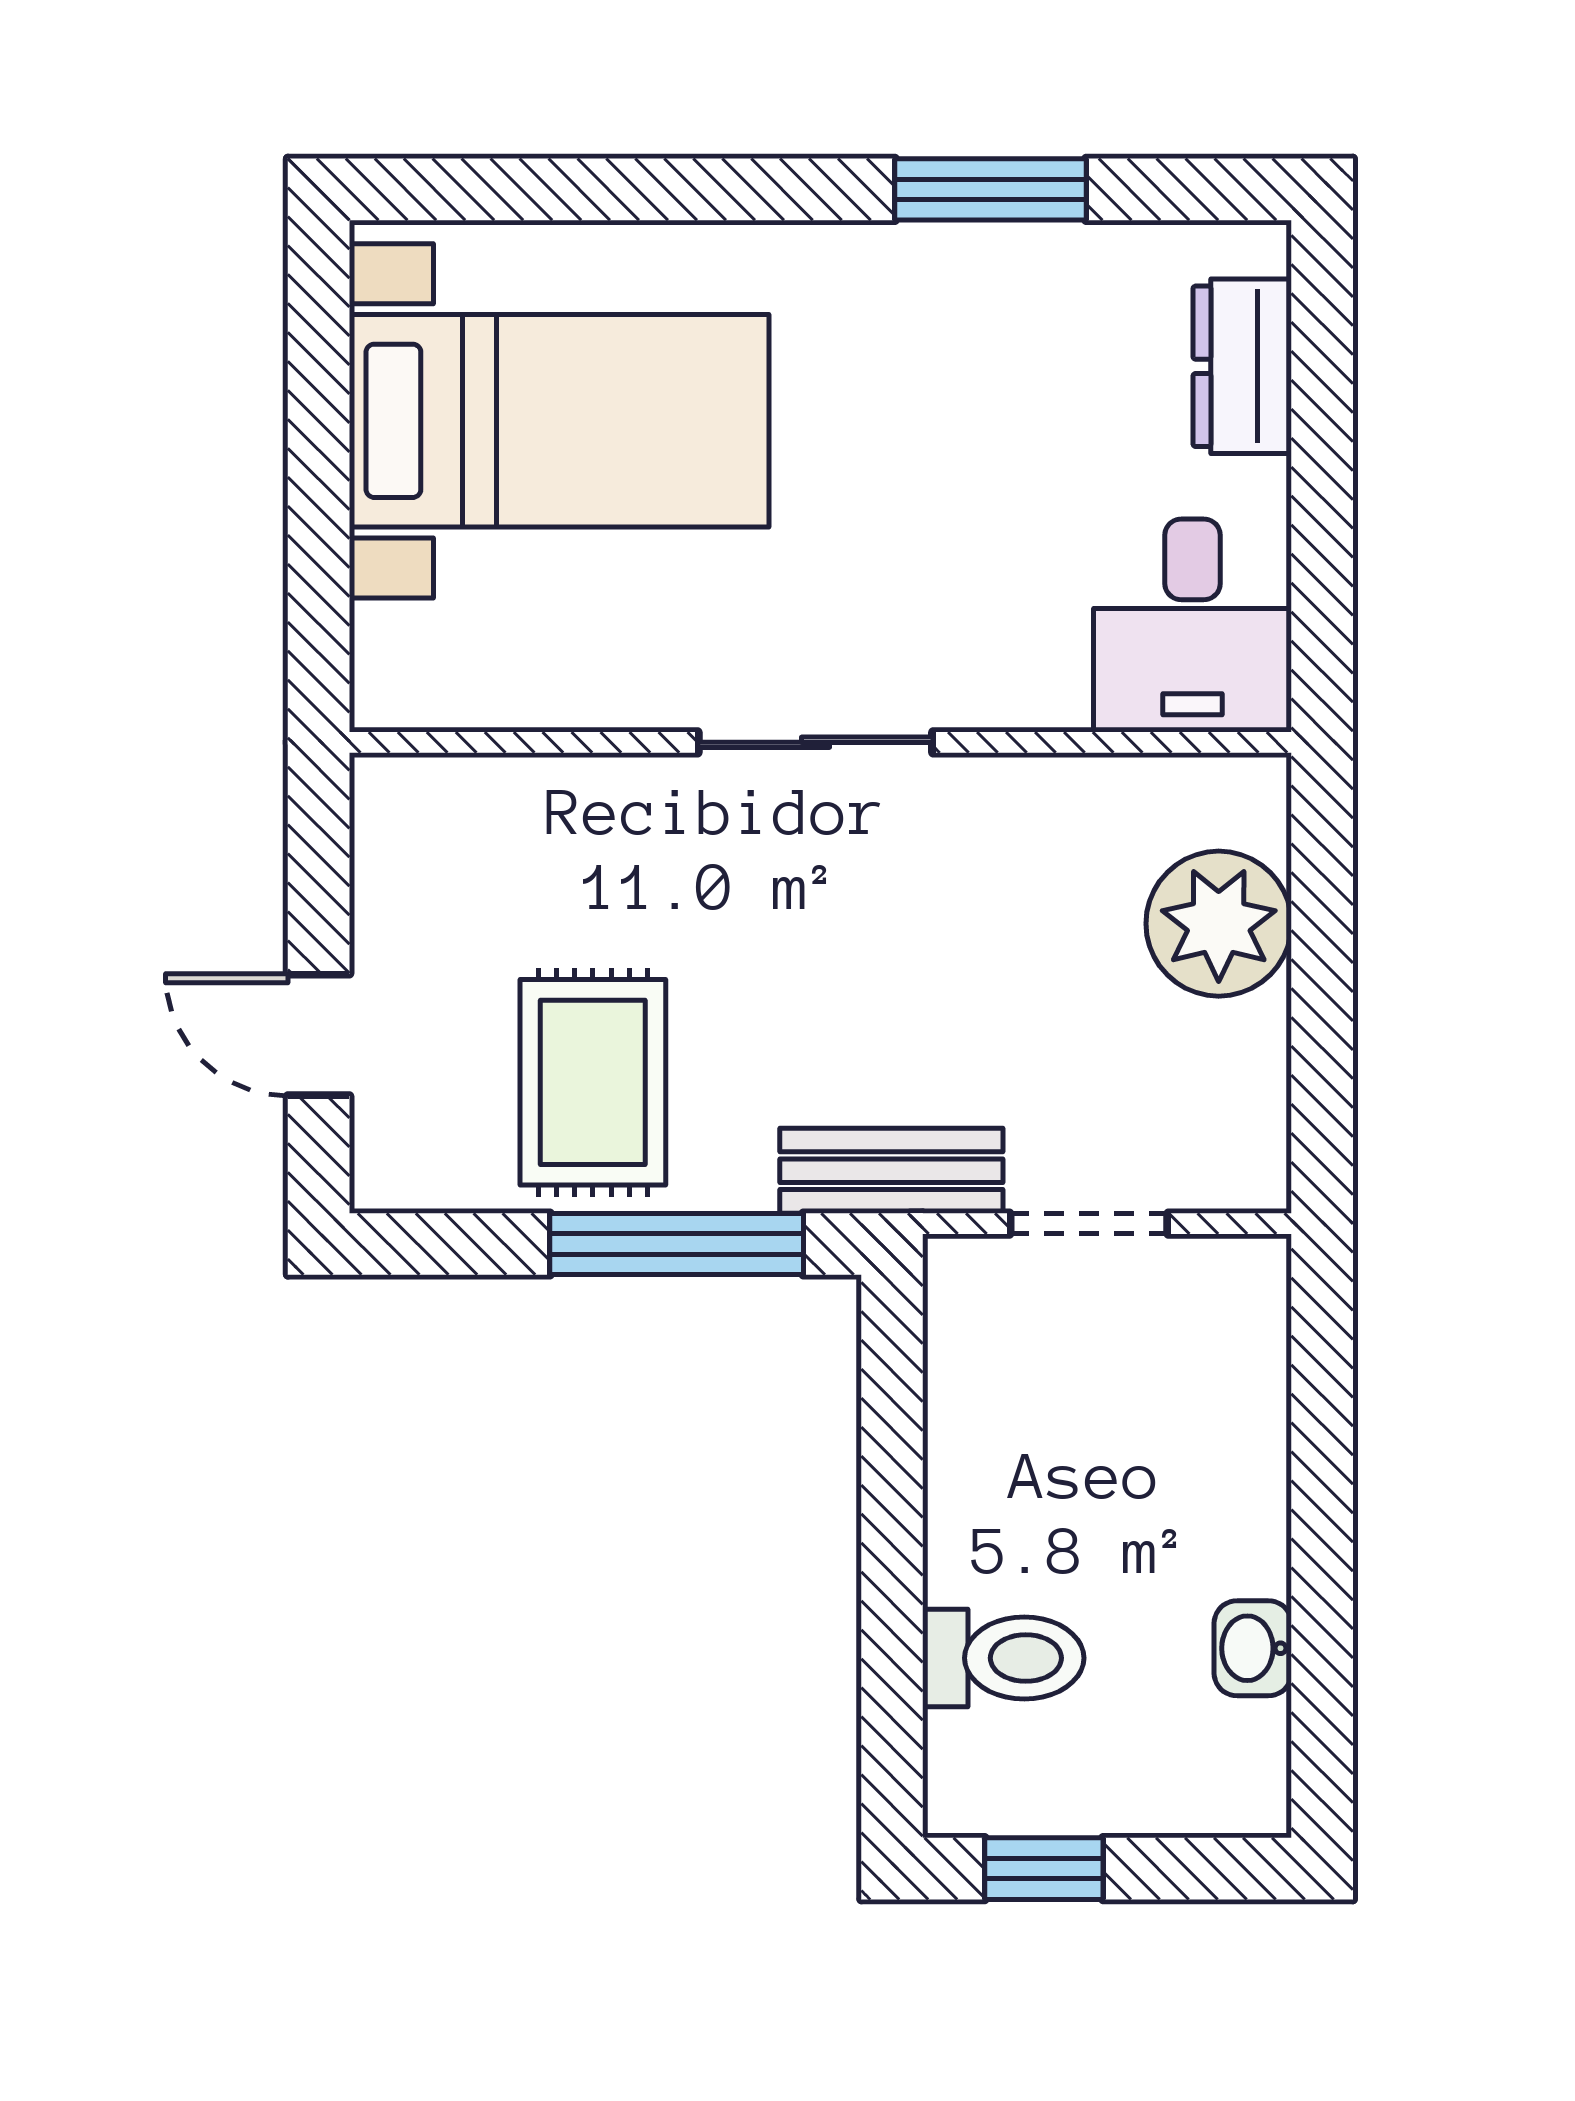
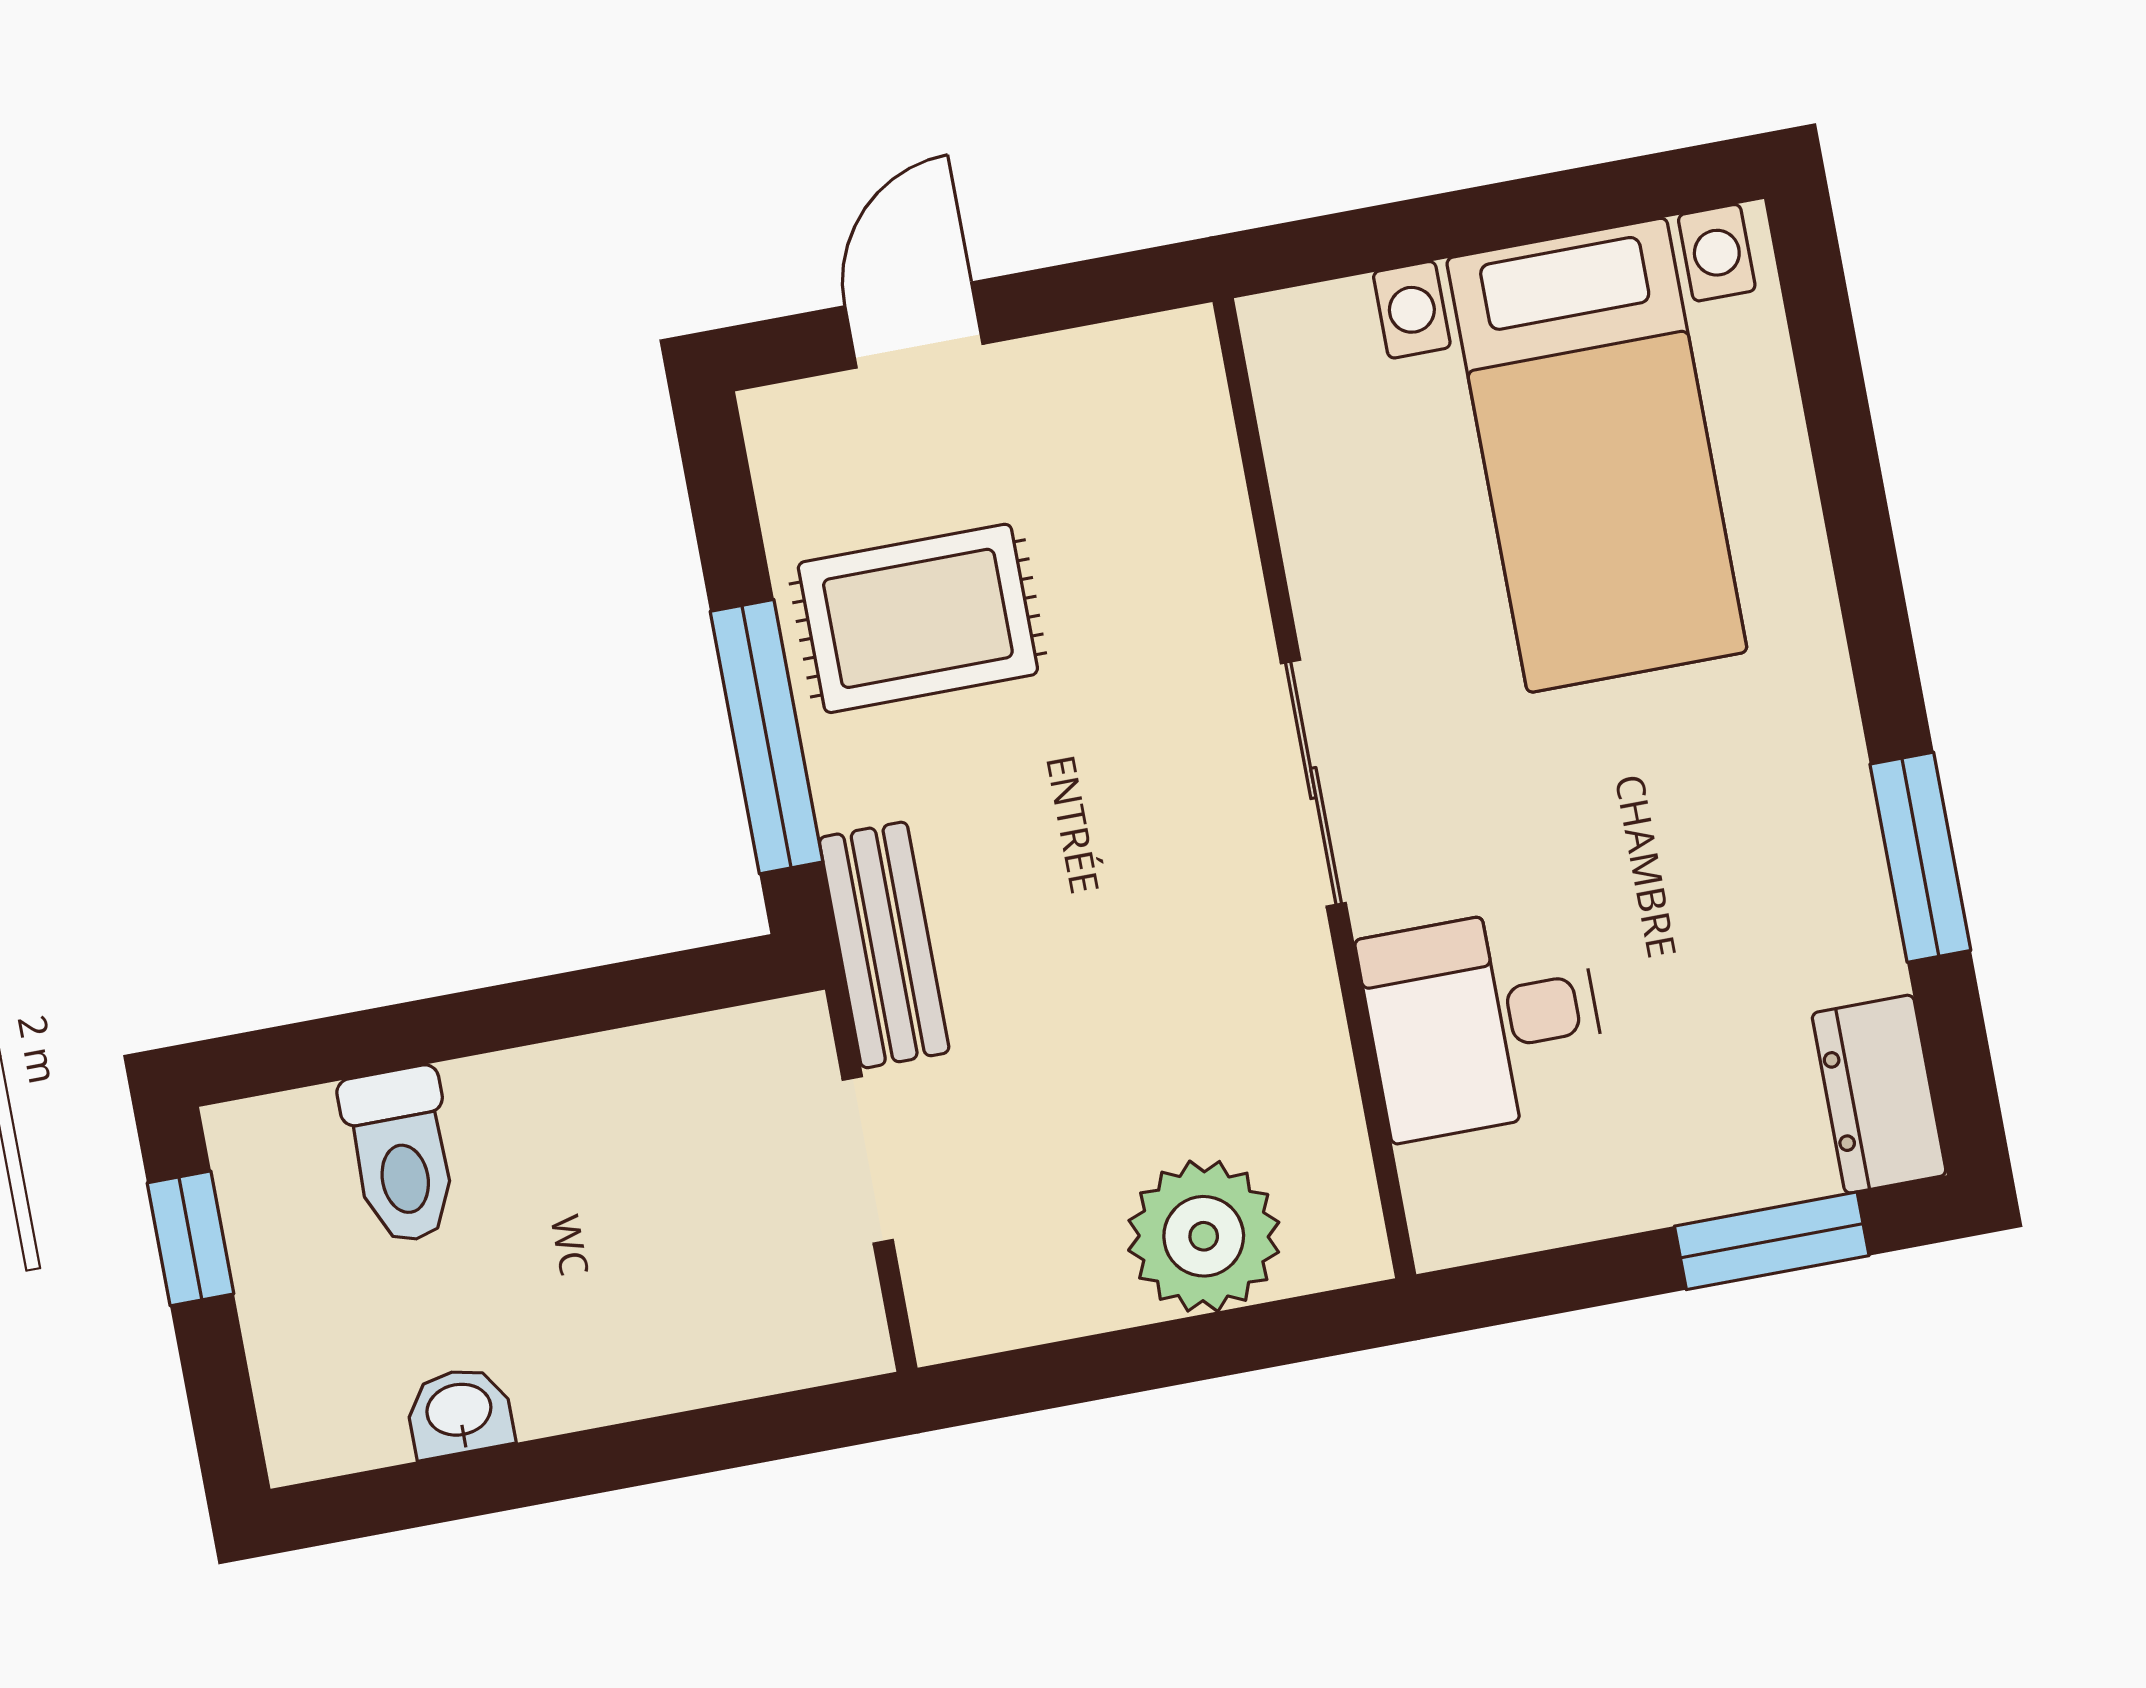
dresser: (1242, 366) -> (1879, 1094), moved, turned -90
window: (1322, 395) -> (1772, 1241), added
desk: (1193, 625) -> (1483, 1022), moved

